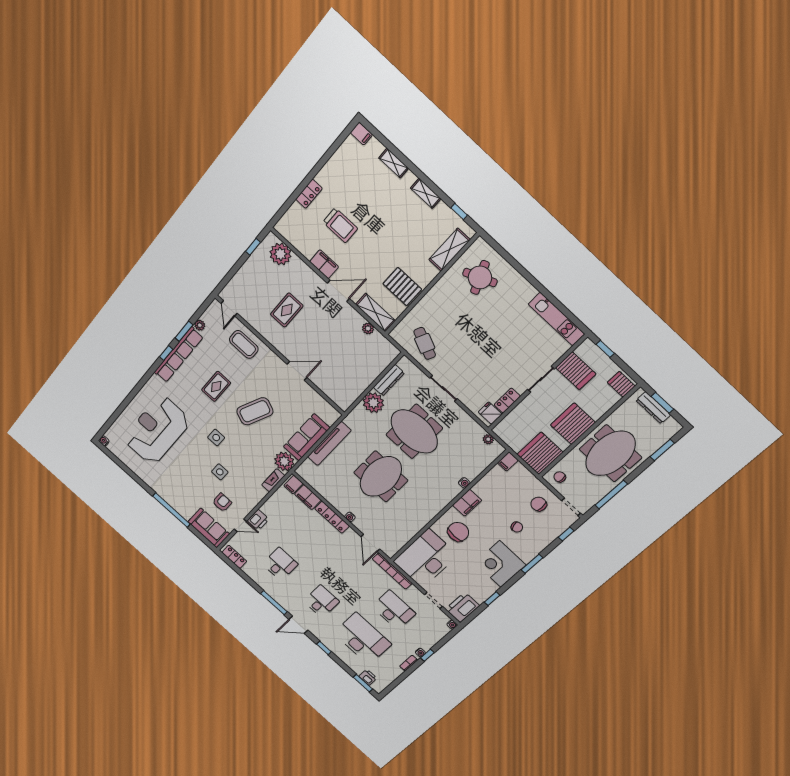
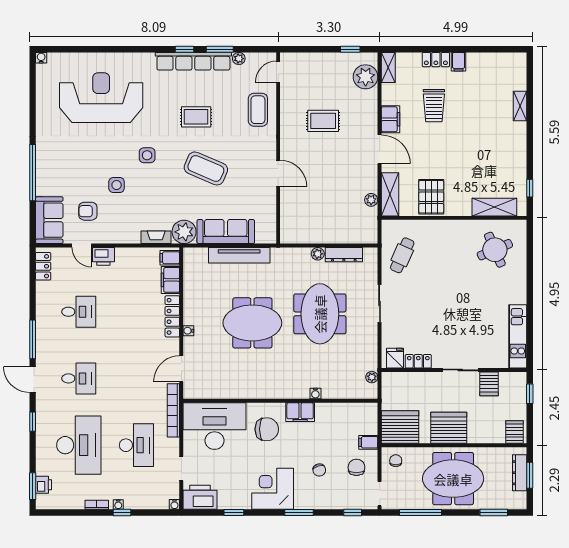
filing cabinet: (361, 134) -> (459, 62), moved
shelving: (426, 193) -> (388, 67), moved
server rack: (576, 371) -> (489, 384), width x0.73, depth x0.70
plant: (373, 403) -> (318, 254), width x0.53, depth x0.53
filing cabinet: (508, 462) -> (368, 442), moved
armchair: (222, 502) -> (88, 211), turned 180

